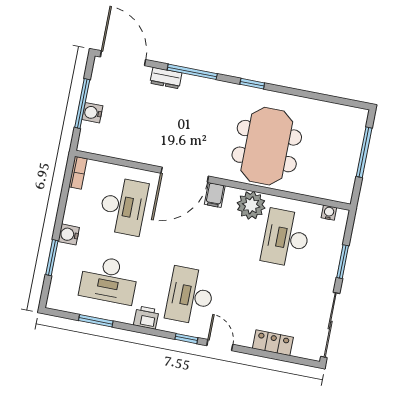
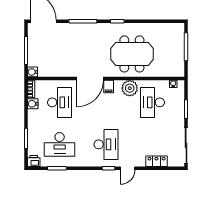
dresser: (166, 78) -> (69, 27), removed
water cooler: (92, 113) -> (33, 72), moved
meeting table: (267, 146) -> (132, 54), turned 90
water cooler: (69, 234) -> (33, 104), moved
desk: (190, 296) -> (106, 144), turned 180
printer: (146, 317) -> (34, 161), moved
door: (220, 345) -> (128, 168), swing flipped

